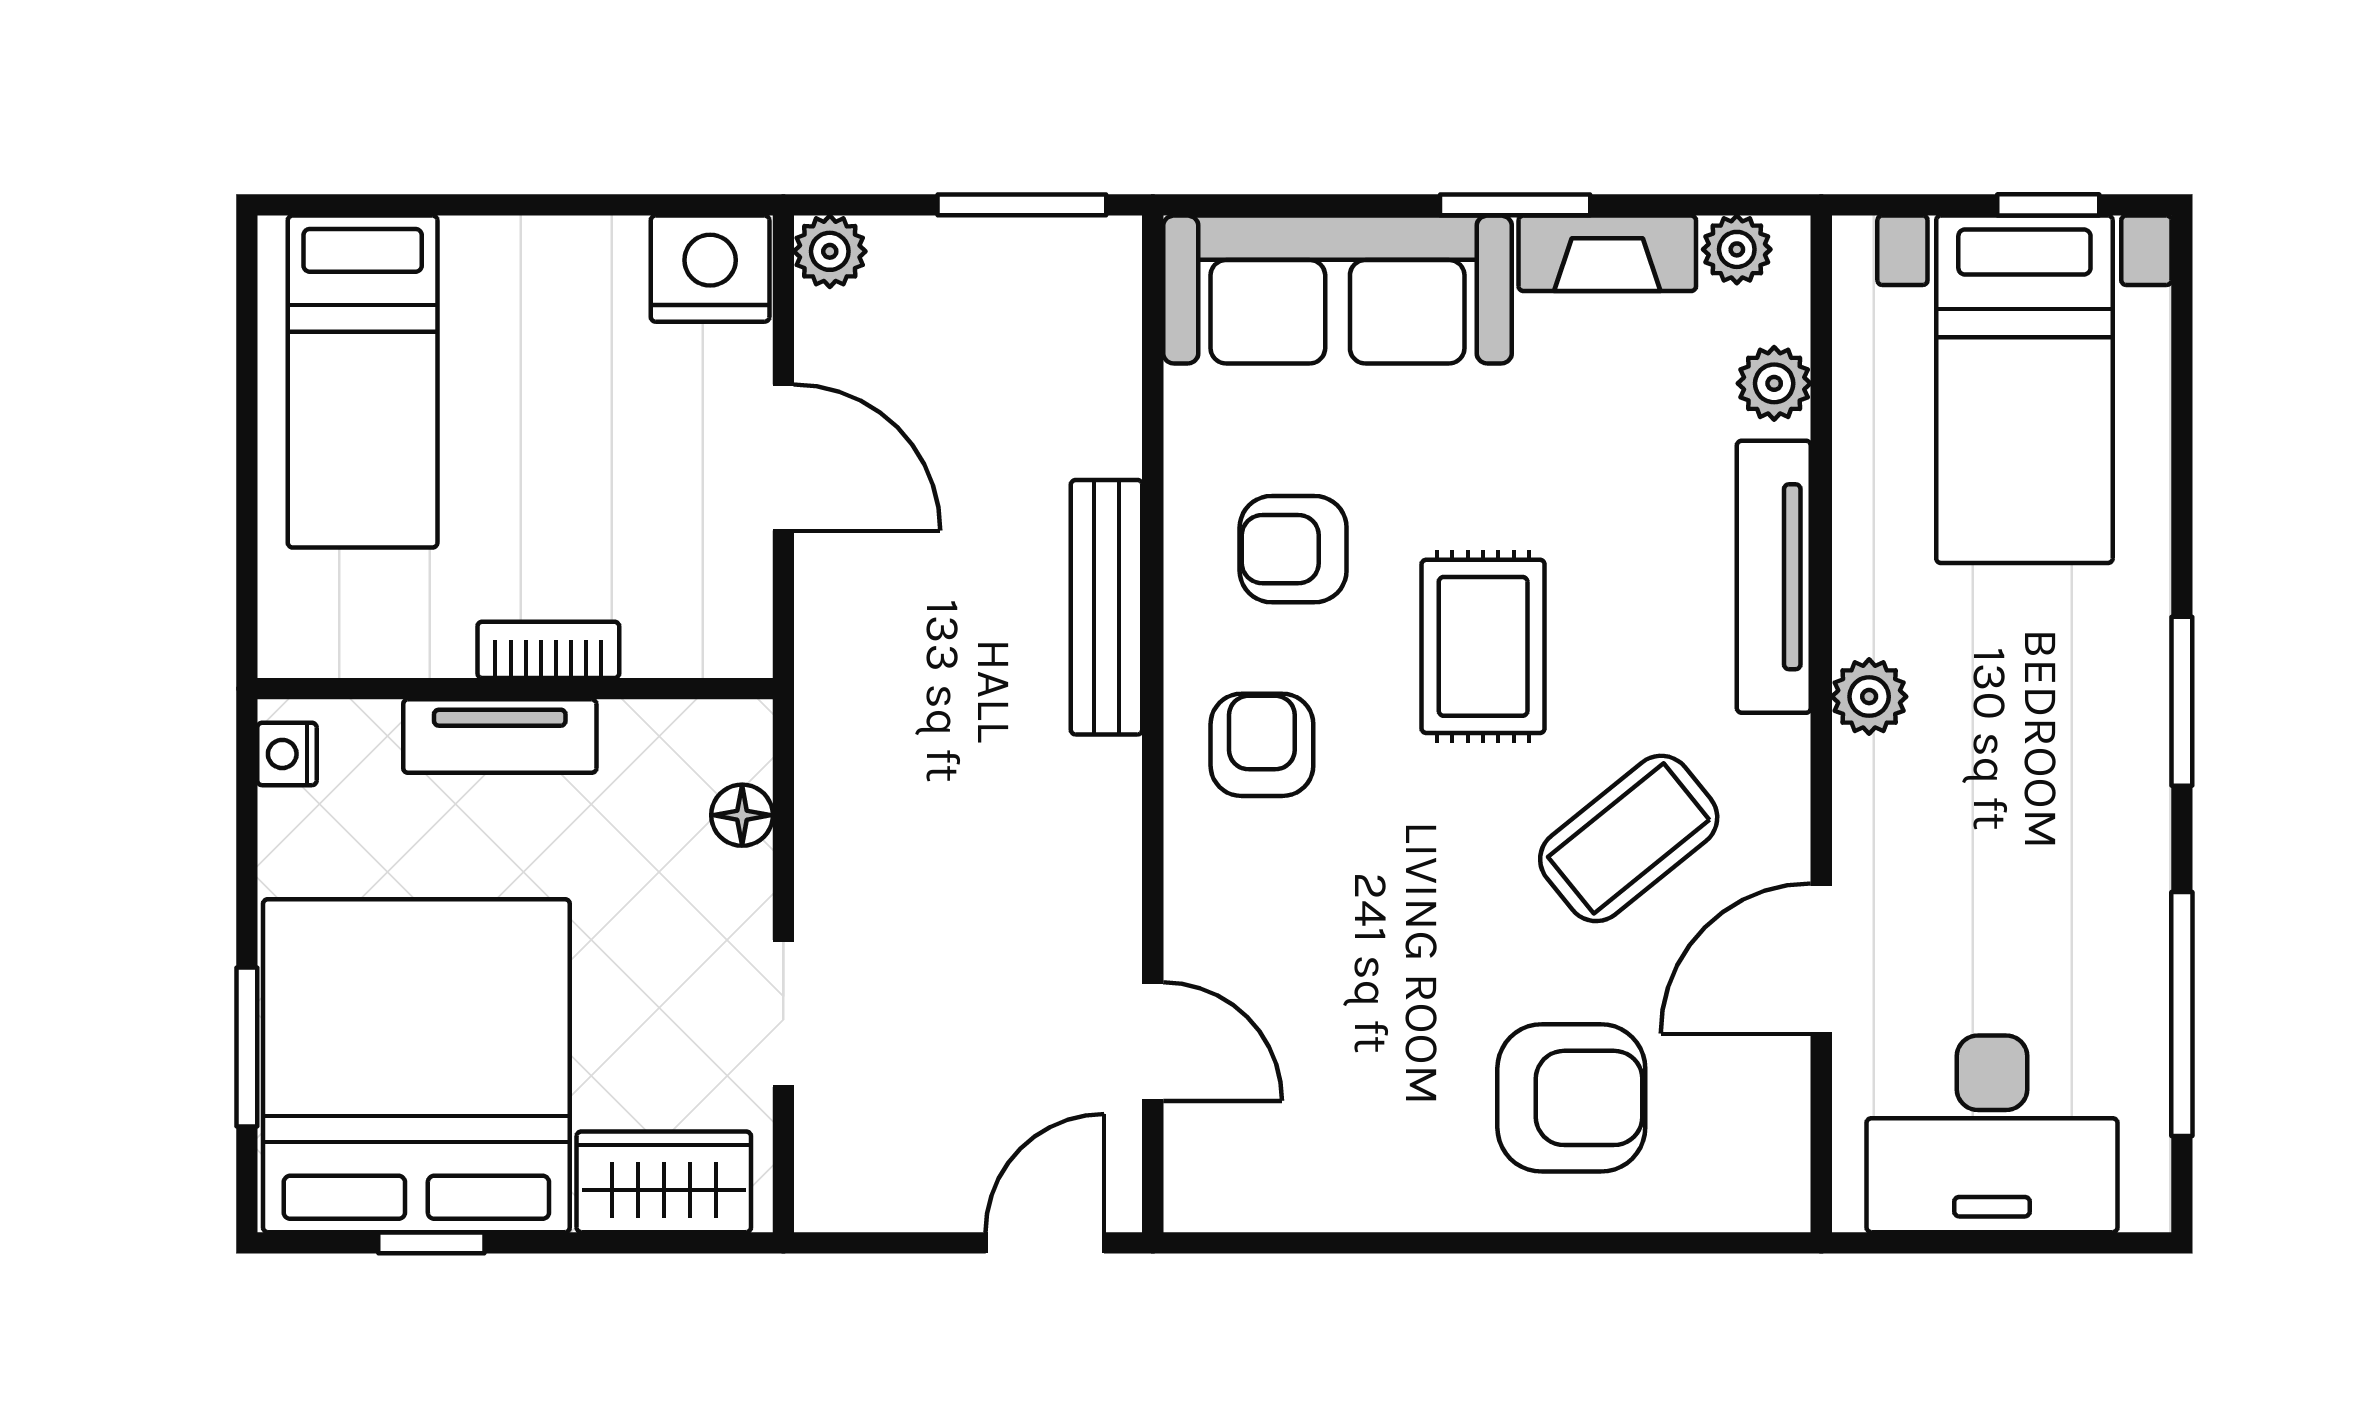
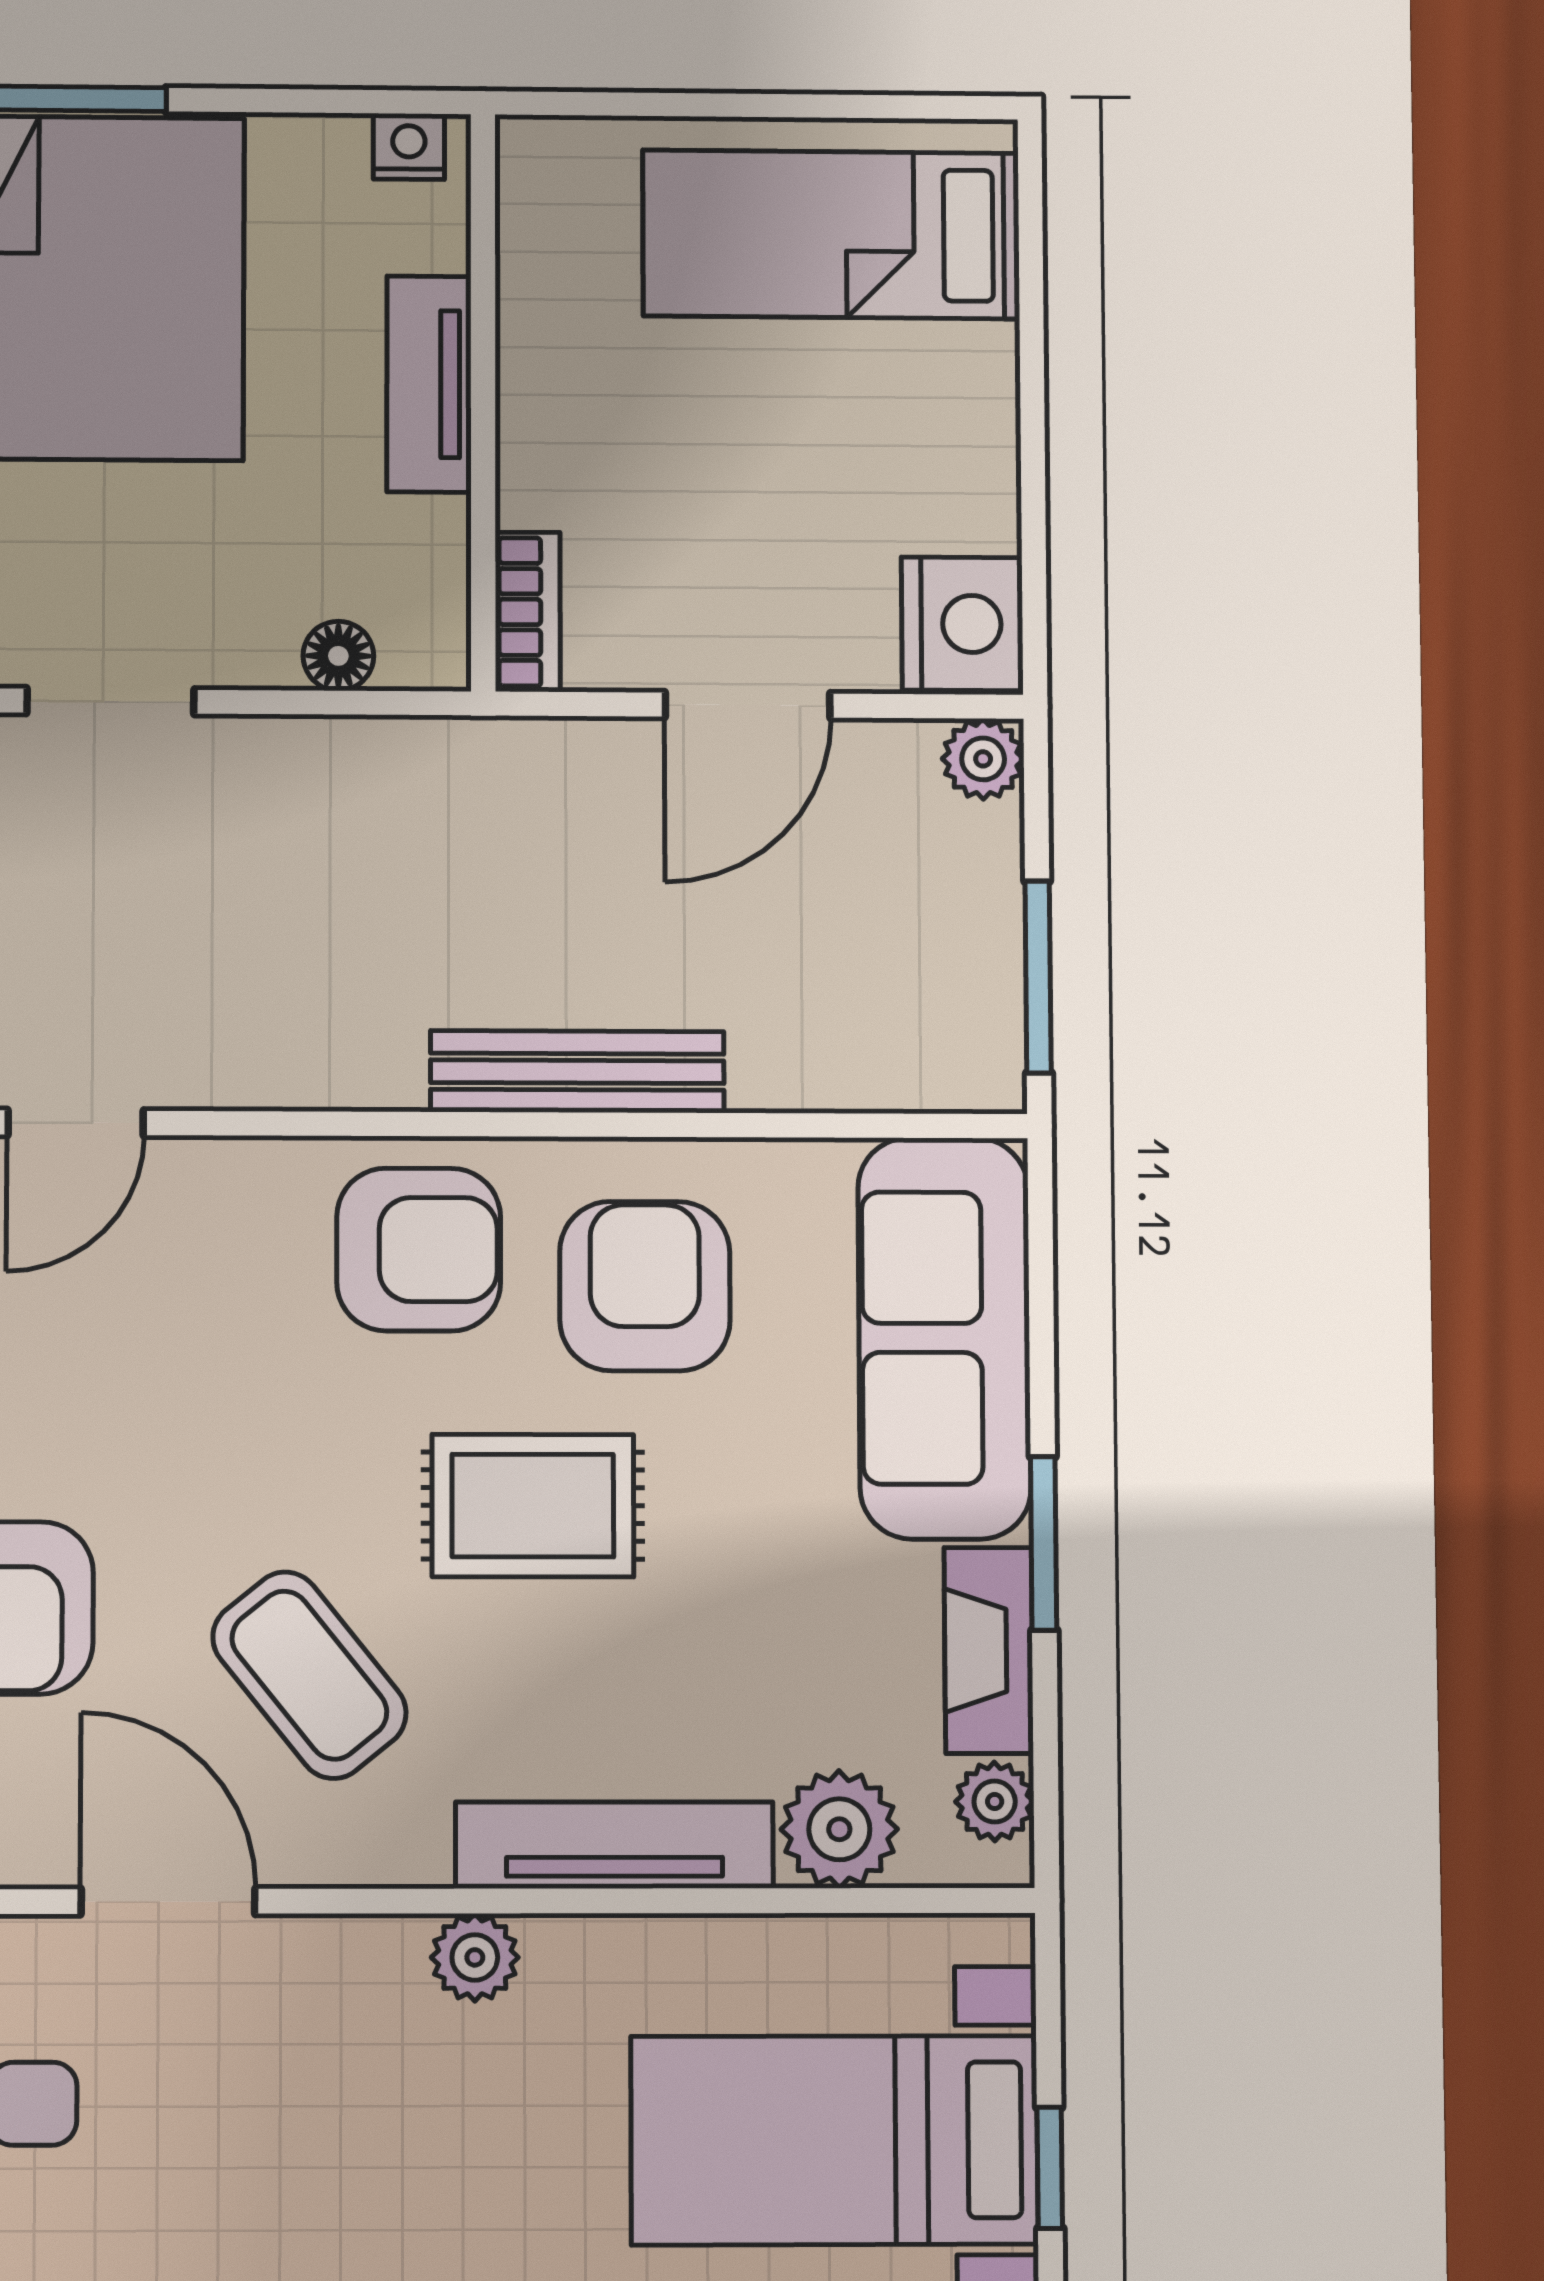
plant: (1774, 383) -> (839, 1829), width x1.38, depth x1.38
armchair: (1293, 549) -> (645, 1286), width x1.38, depth x1.38
bookcase: (548, 650) -> (528, 612), moved
armchair: (1262, 745) -> (419, 1250), width x1.38, depth x1.38

